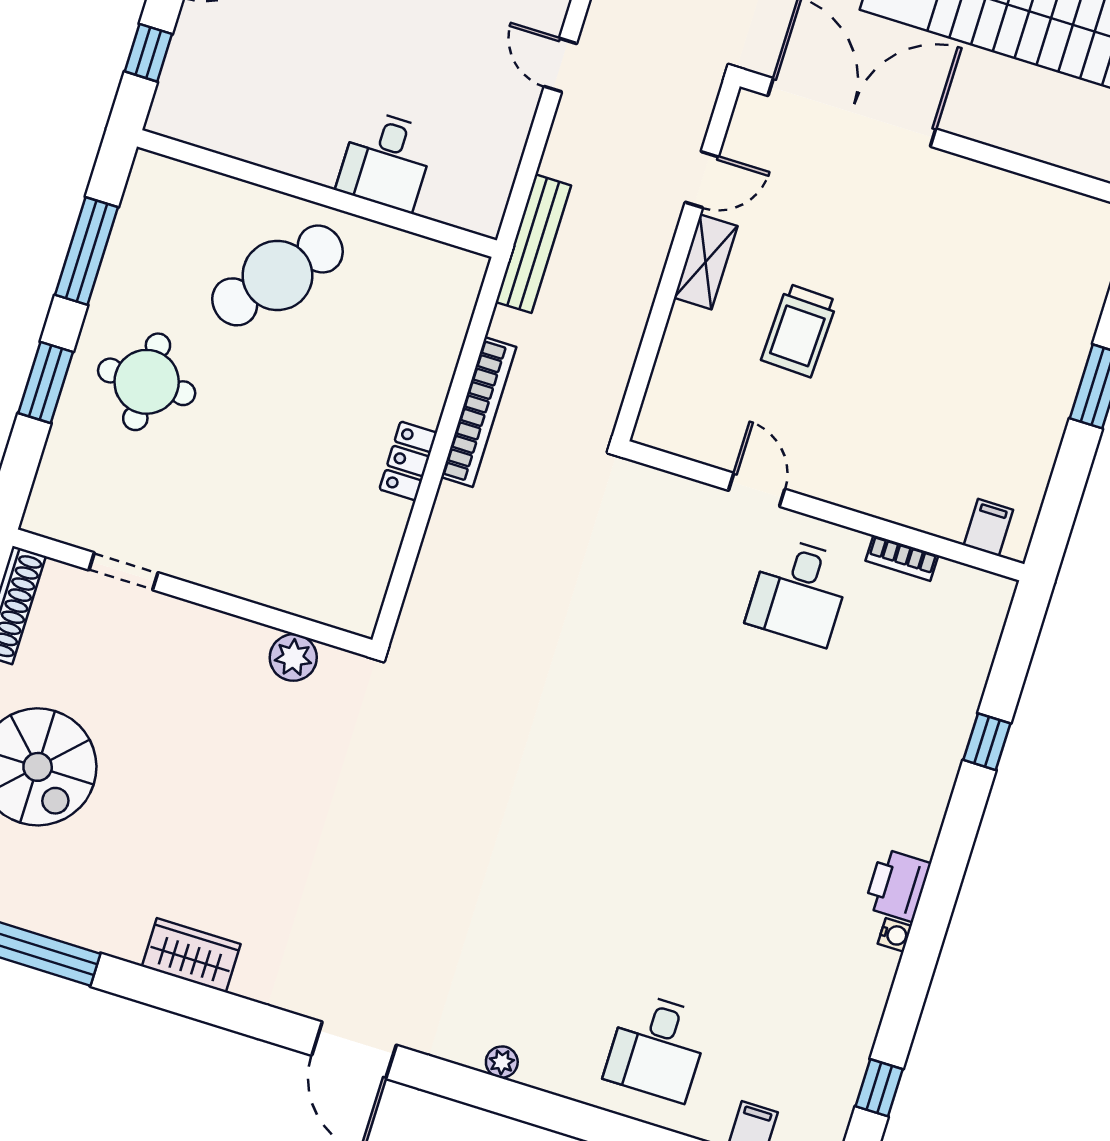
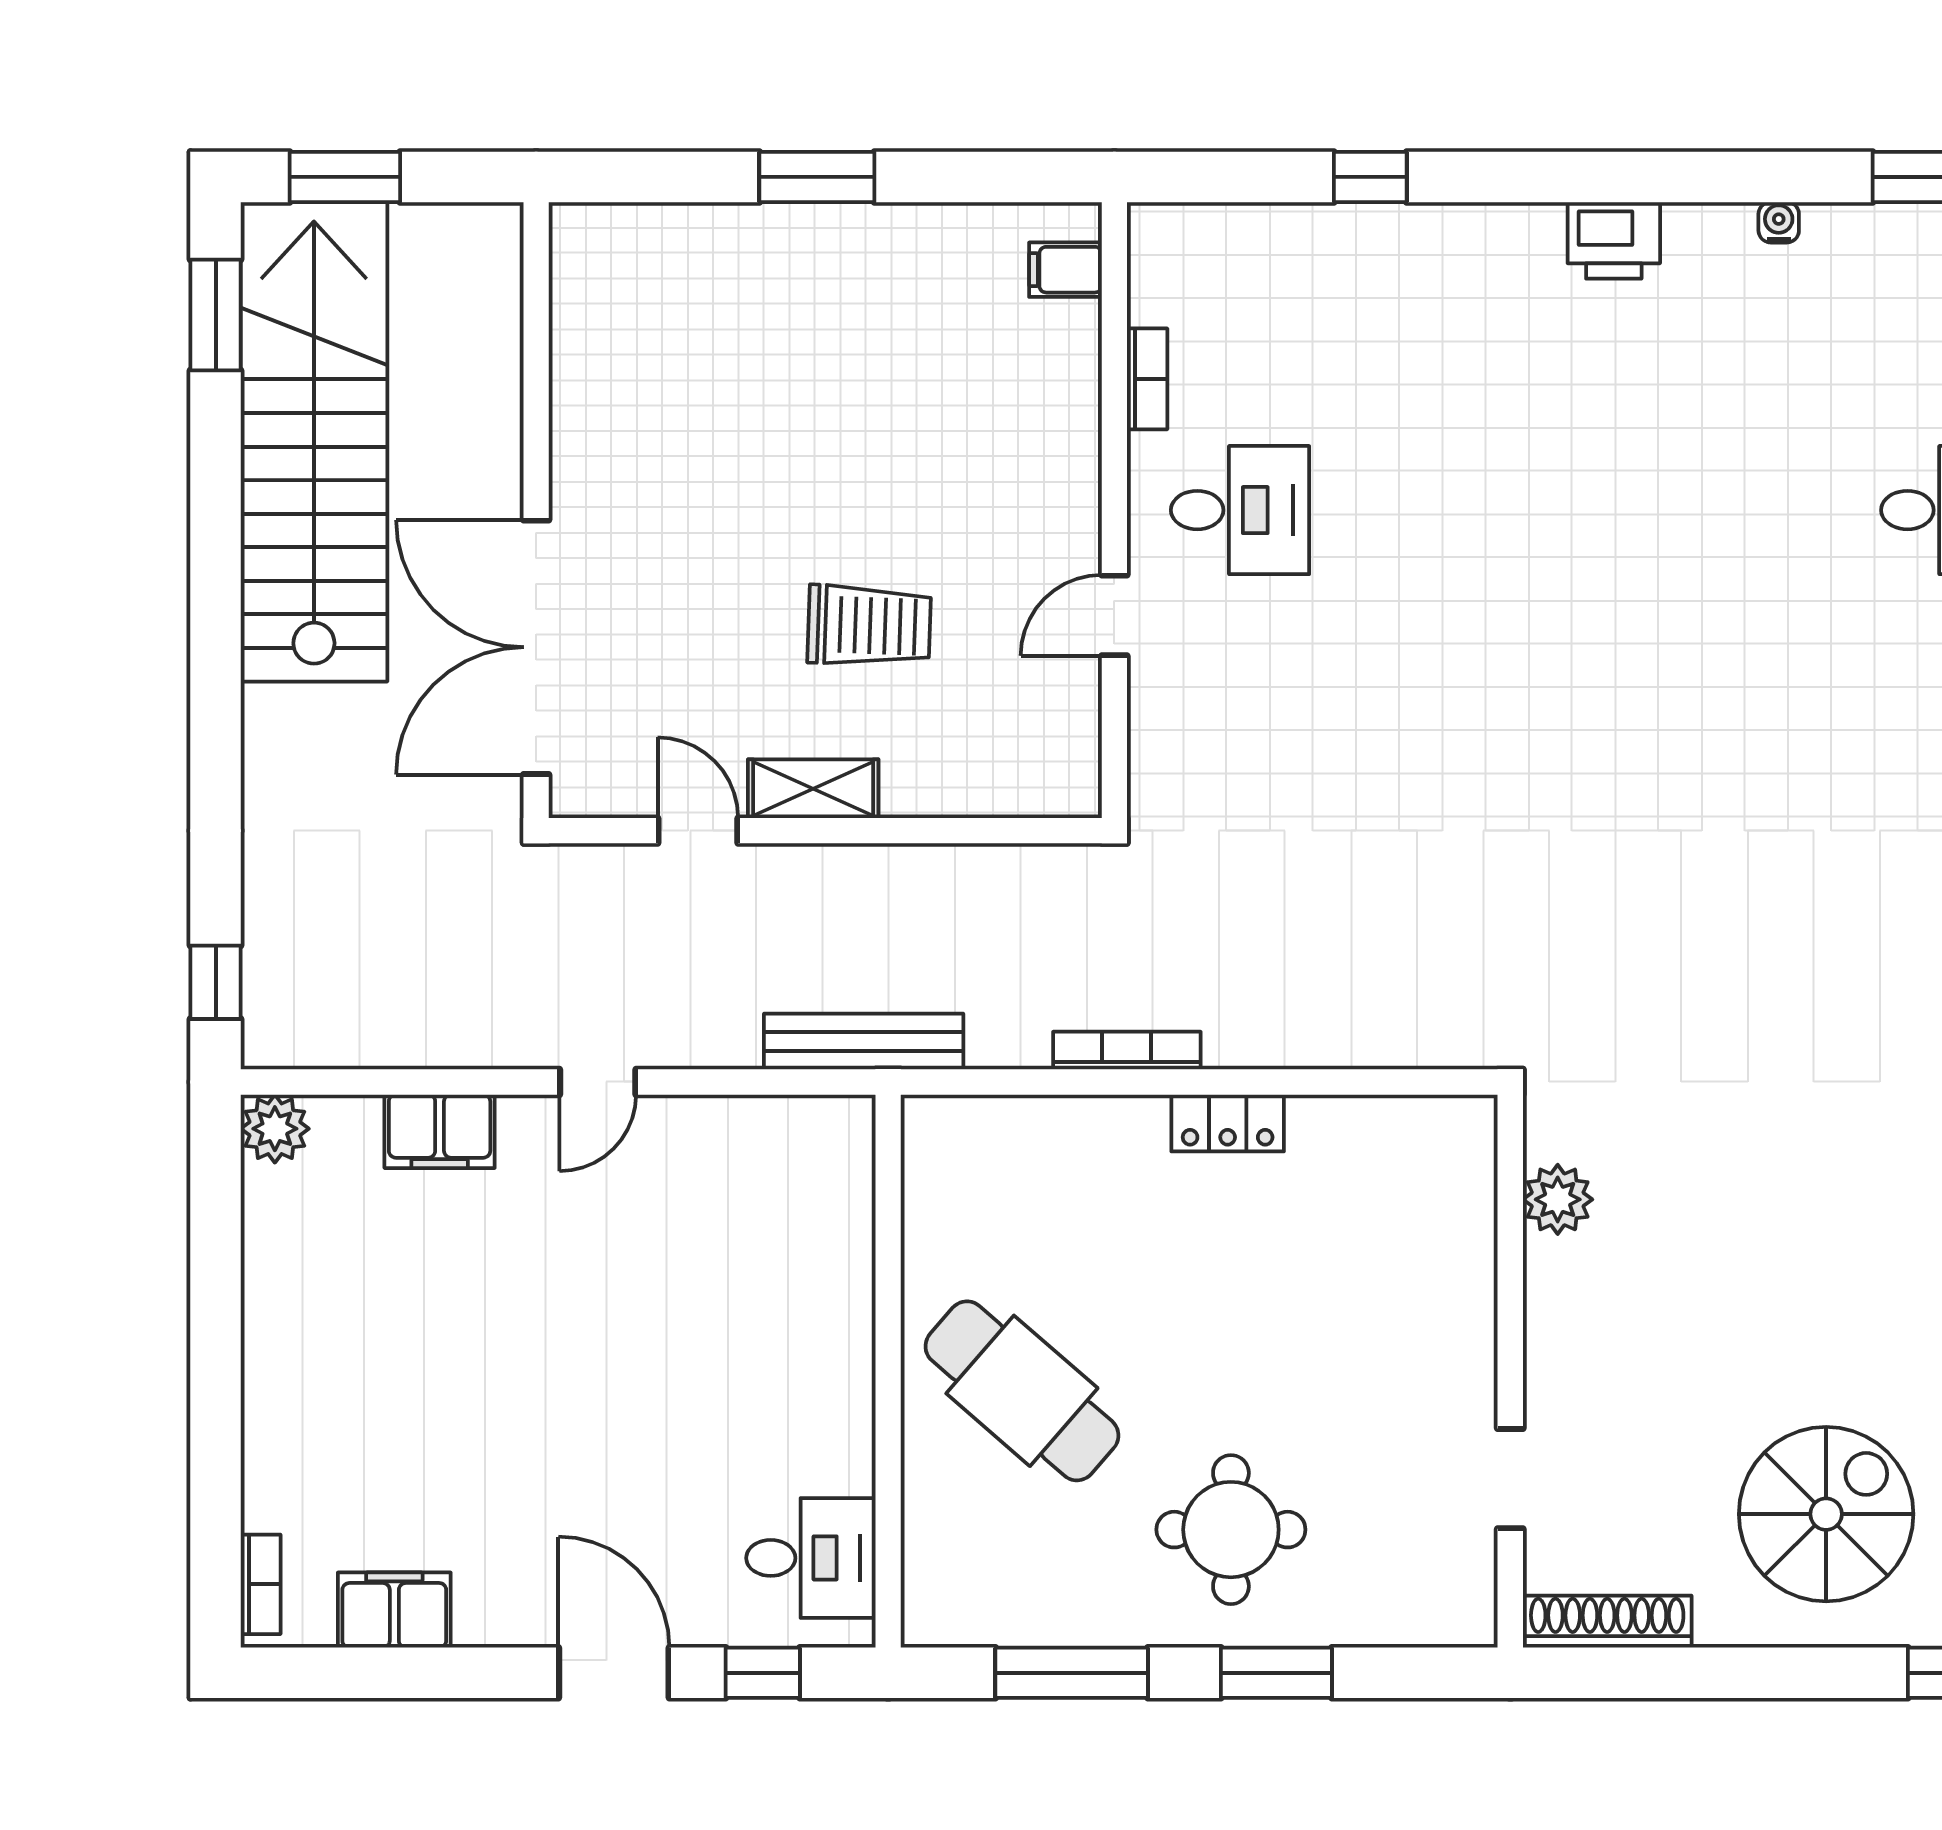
desk: (386, 161) -> (811, 1558), moved
bookcase: (479, 412) -> (1127, 1051), width x0.68, depth x0.76
water cooler: (895, 935) -> (1779, 222), moved

